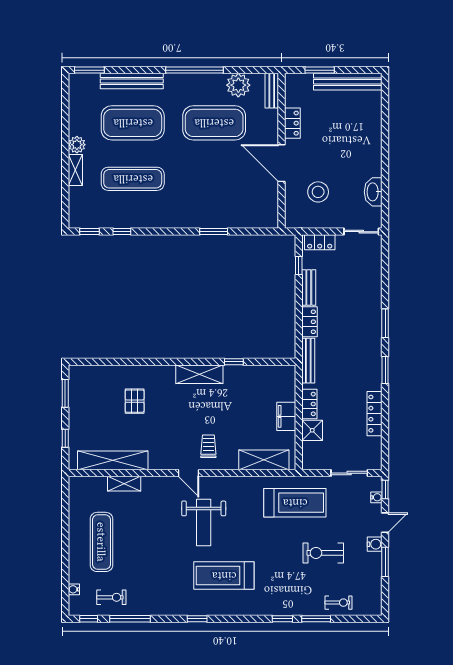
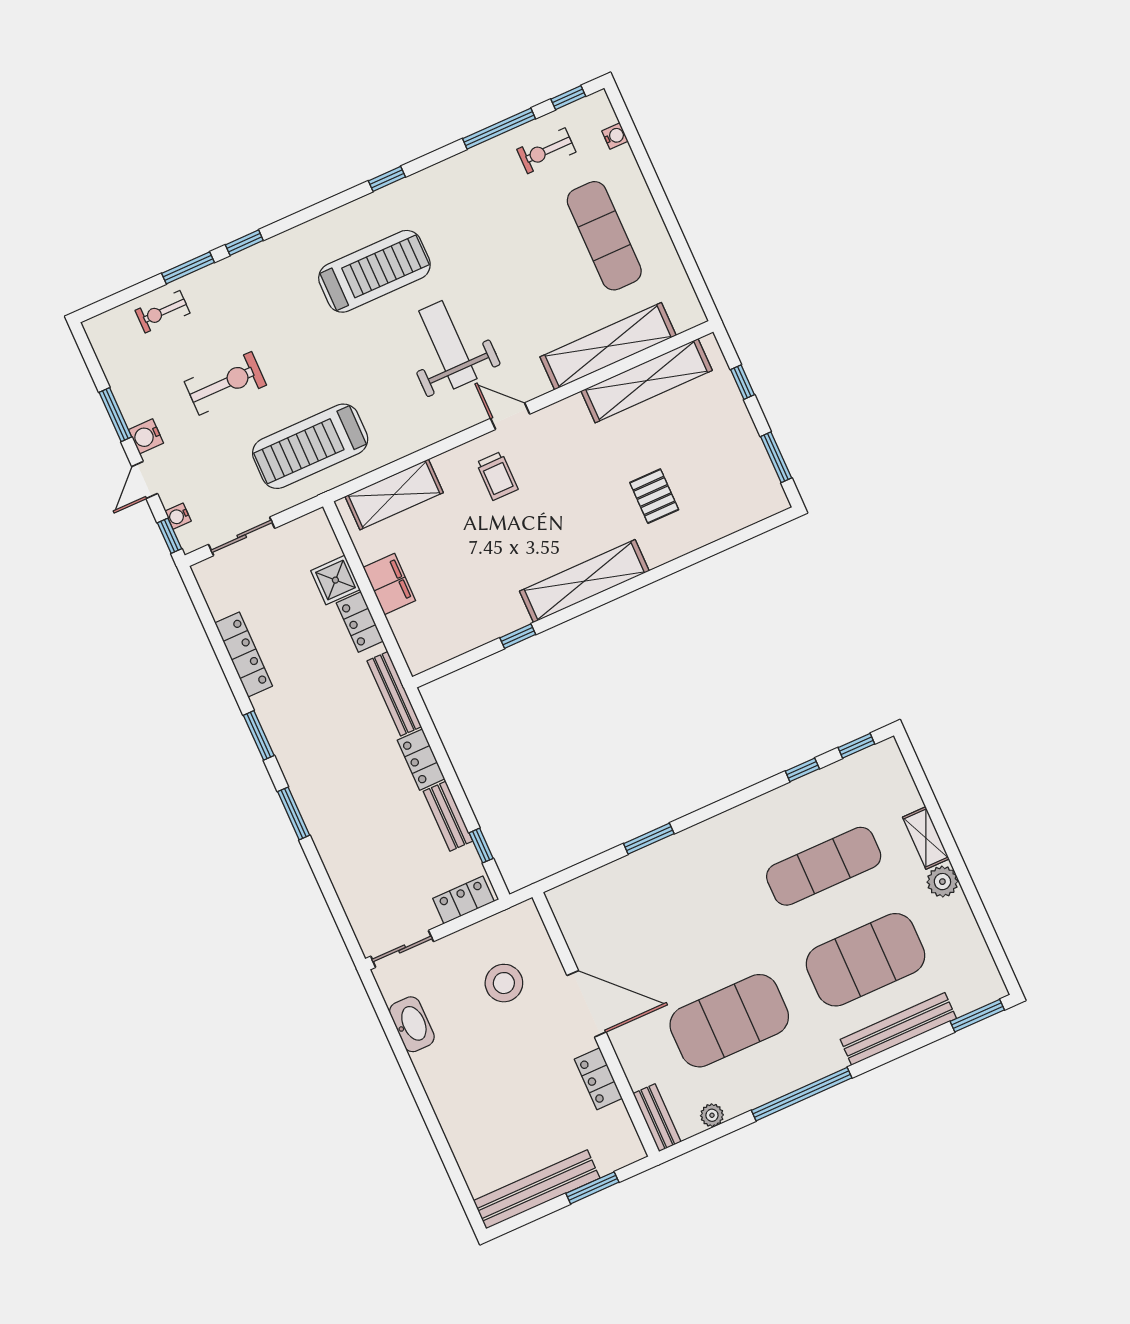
plant: (238, 85) -> (712, 1115), width x0.53, depth x0.53
shelving: (199, 374) -> (584, 581), width x1.47
shelving: (124, 484) -> (608, 346), width x2.20, depth x1.33

